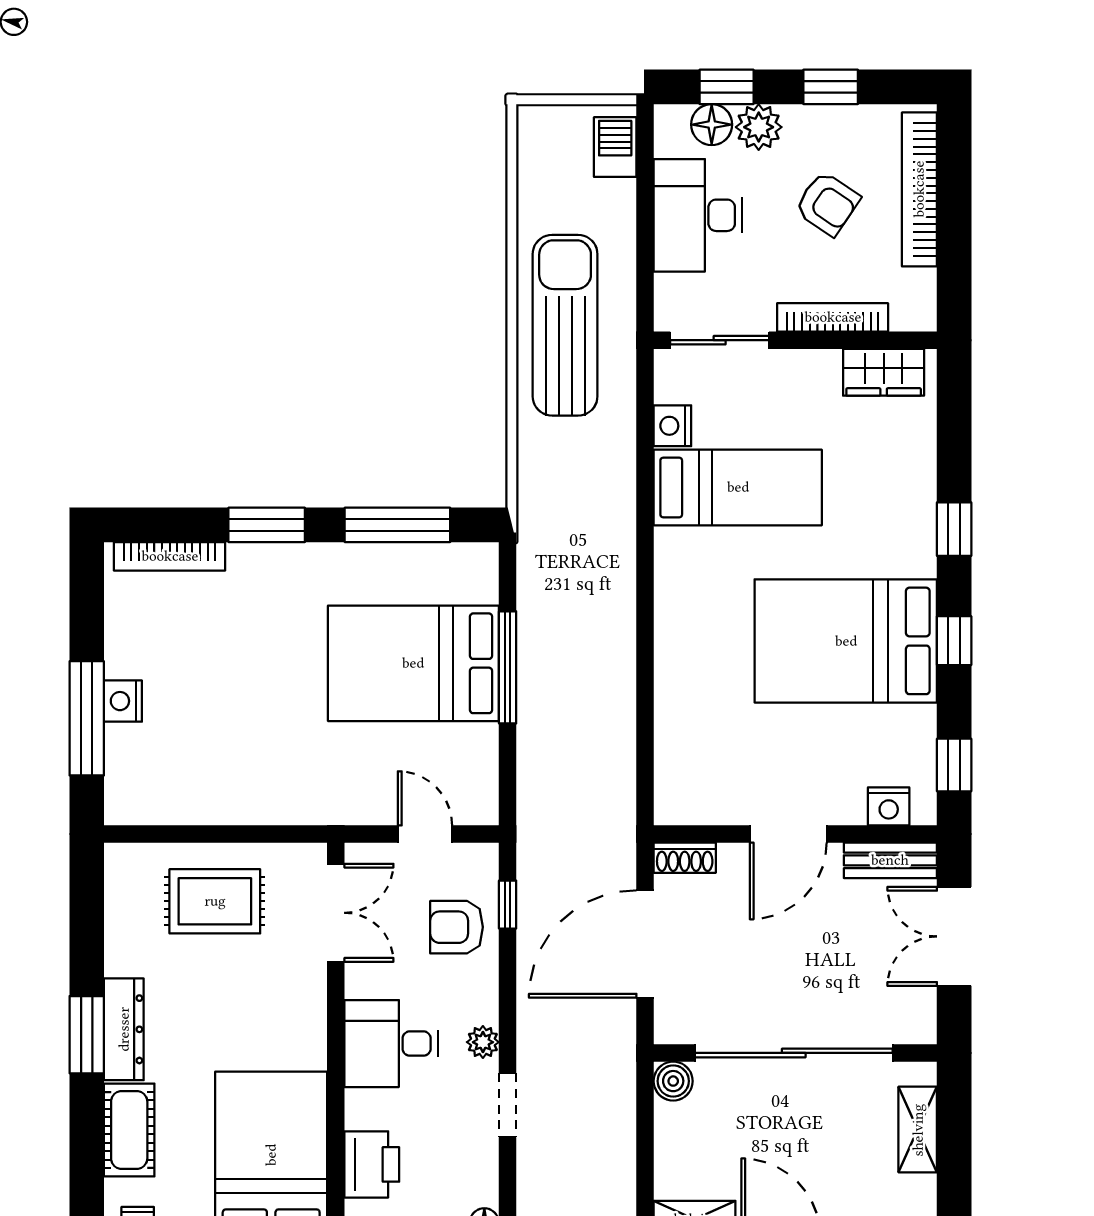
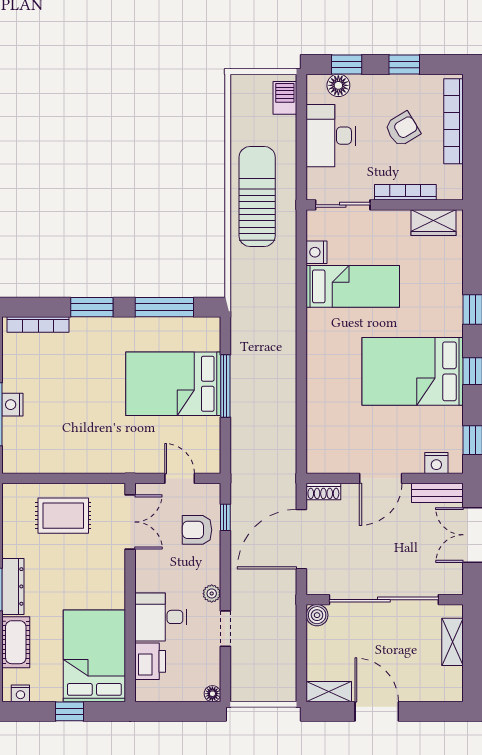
plant: (759, 127) -> (364, 87), removed
armchair: (827, 204) -> (402, 129), turned -65
desk: (391, 1044) -> (161, 617), moved

